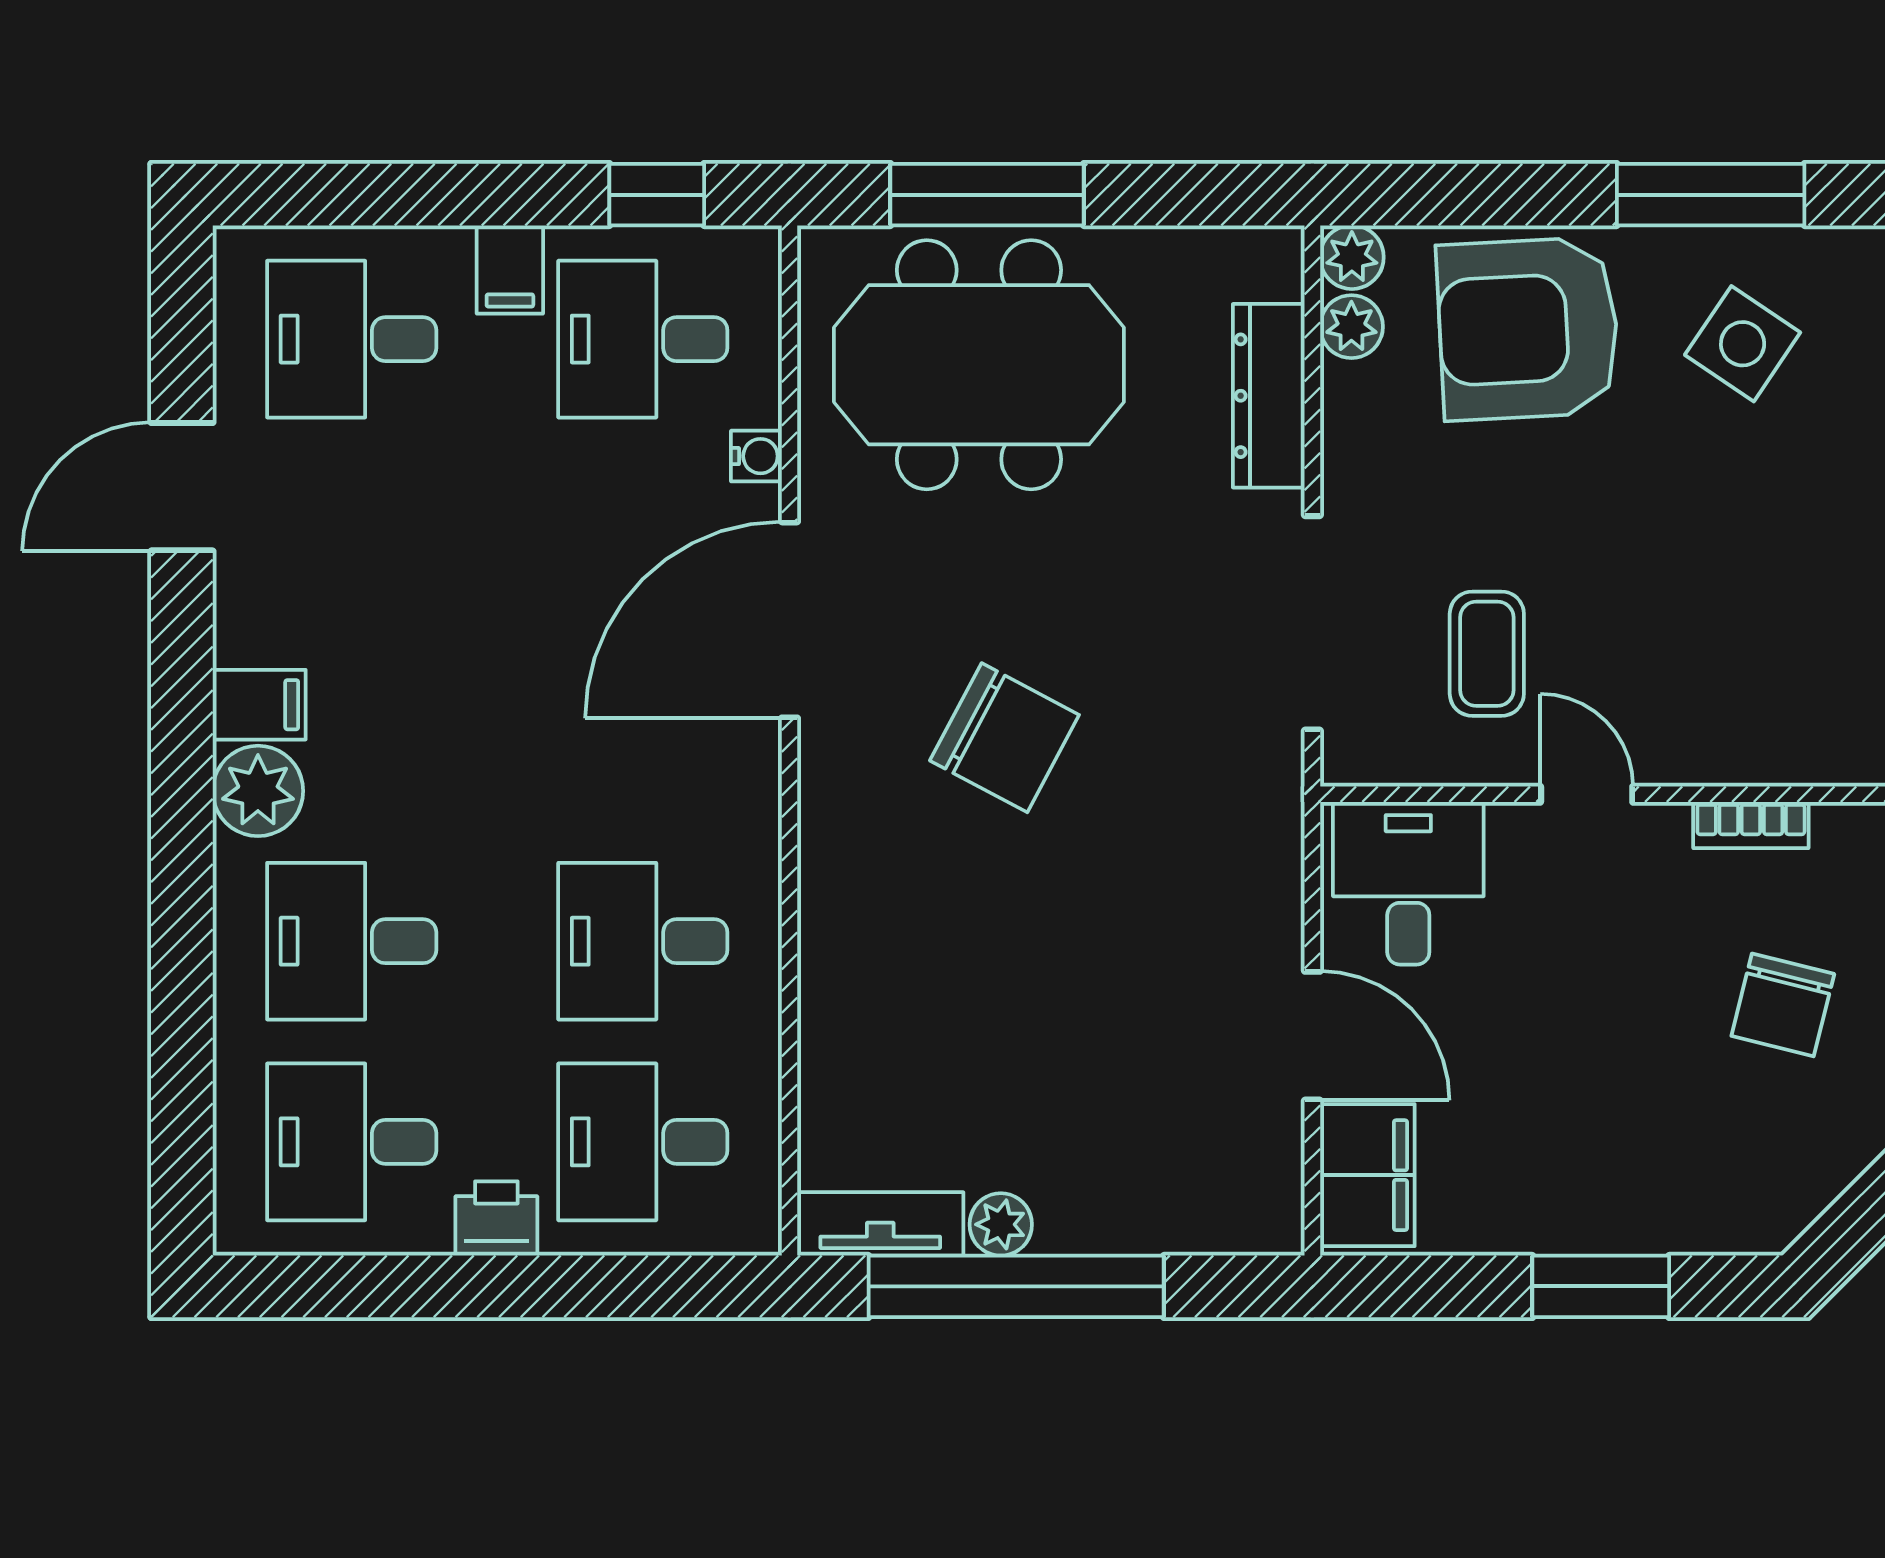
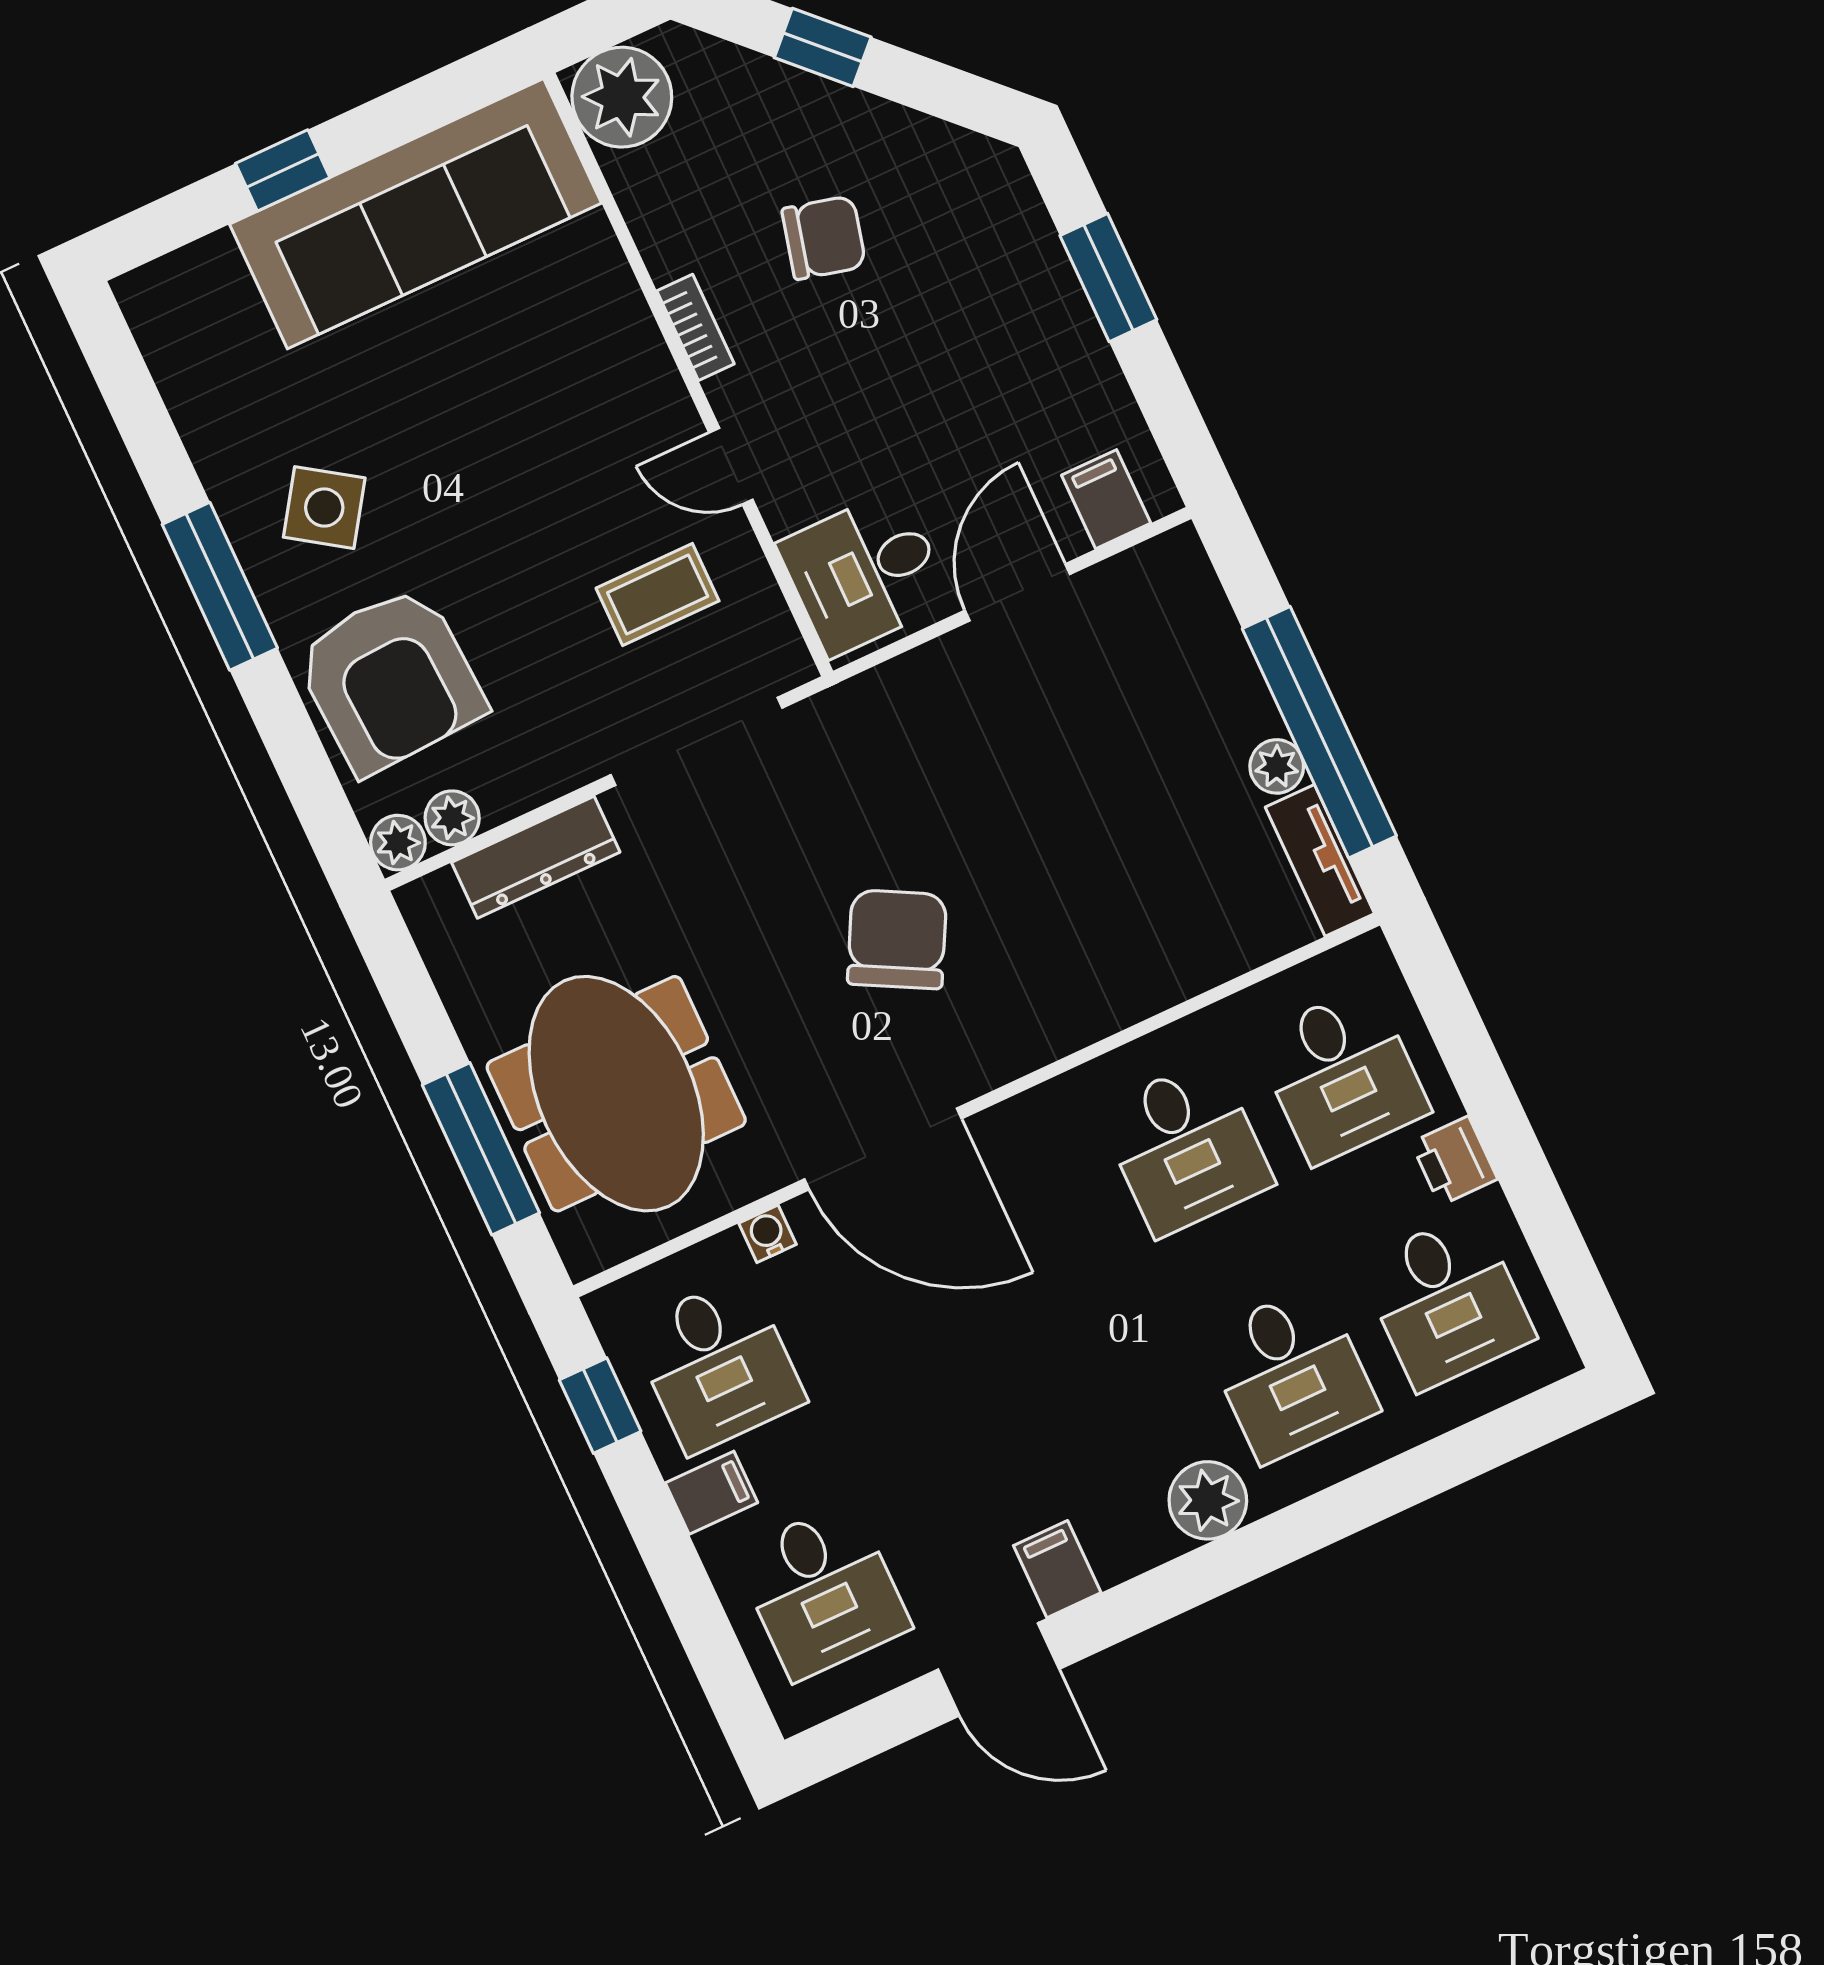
filing cabinet: (259, 705) -> (1057, 1569), moved
door: (1587, 794) -> (731, 466), hinge flipped
filing cabinet: (1367, 1175) -> (1106, 499), width x0.50

